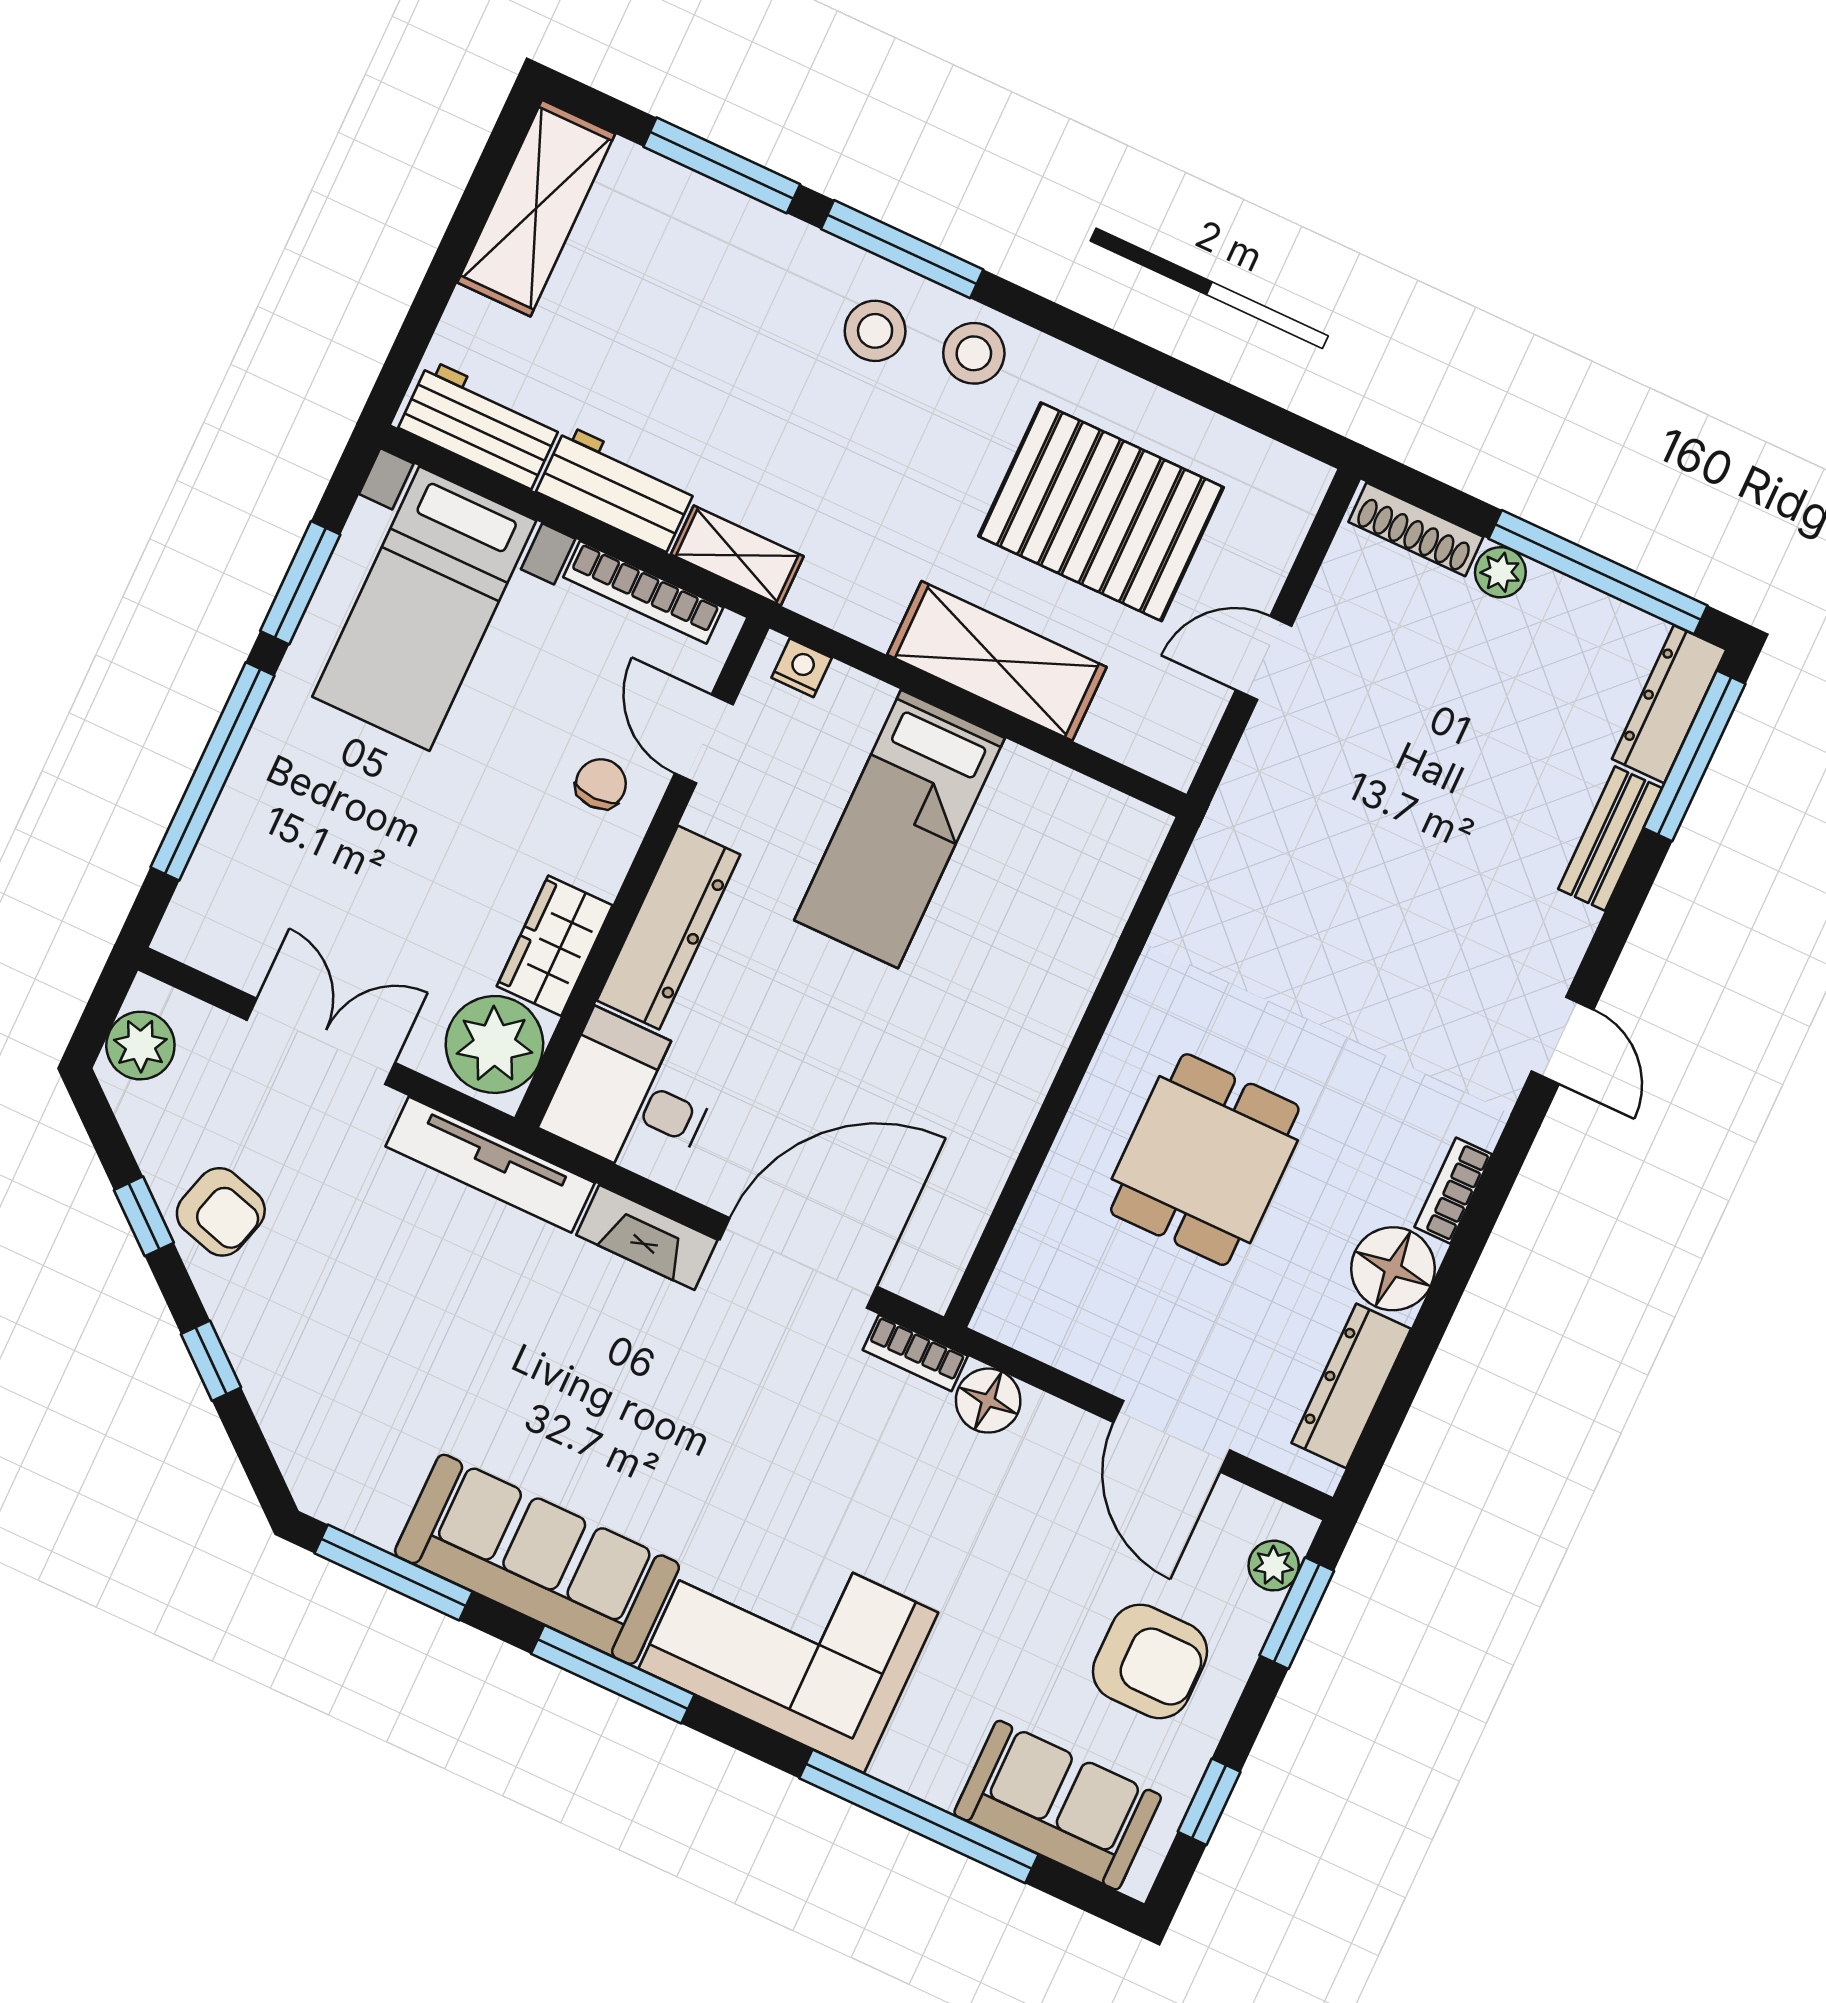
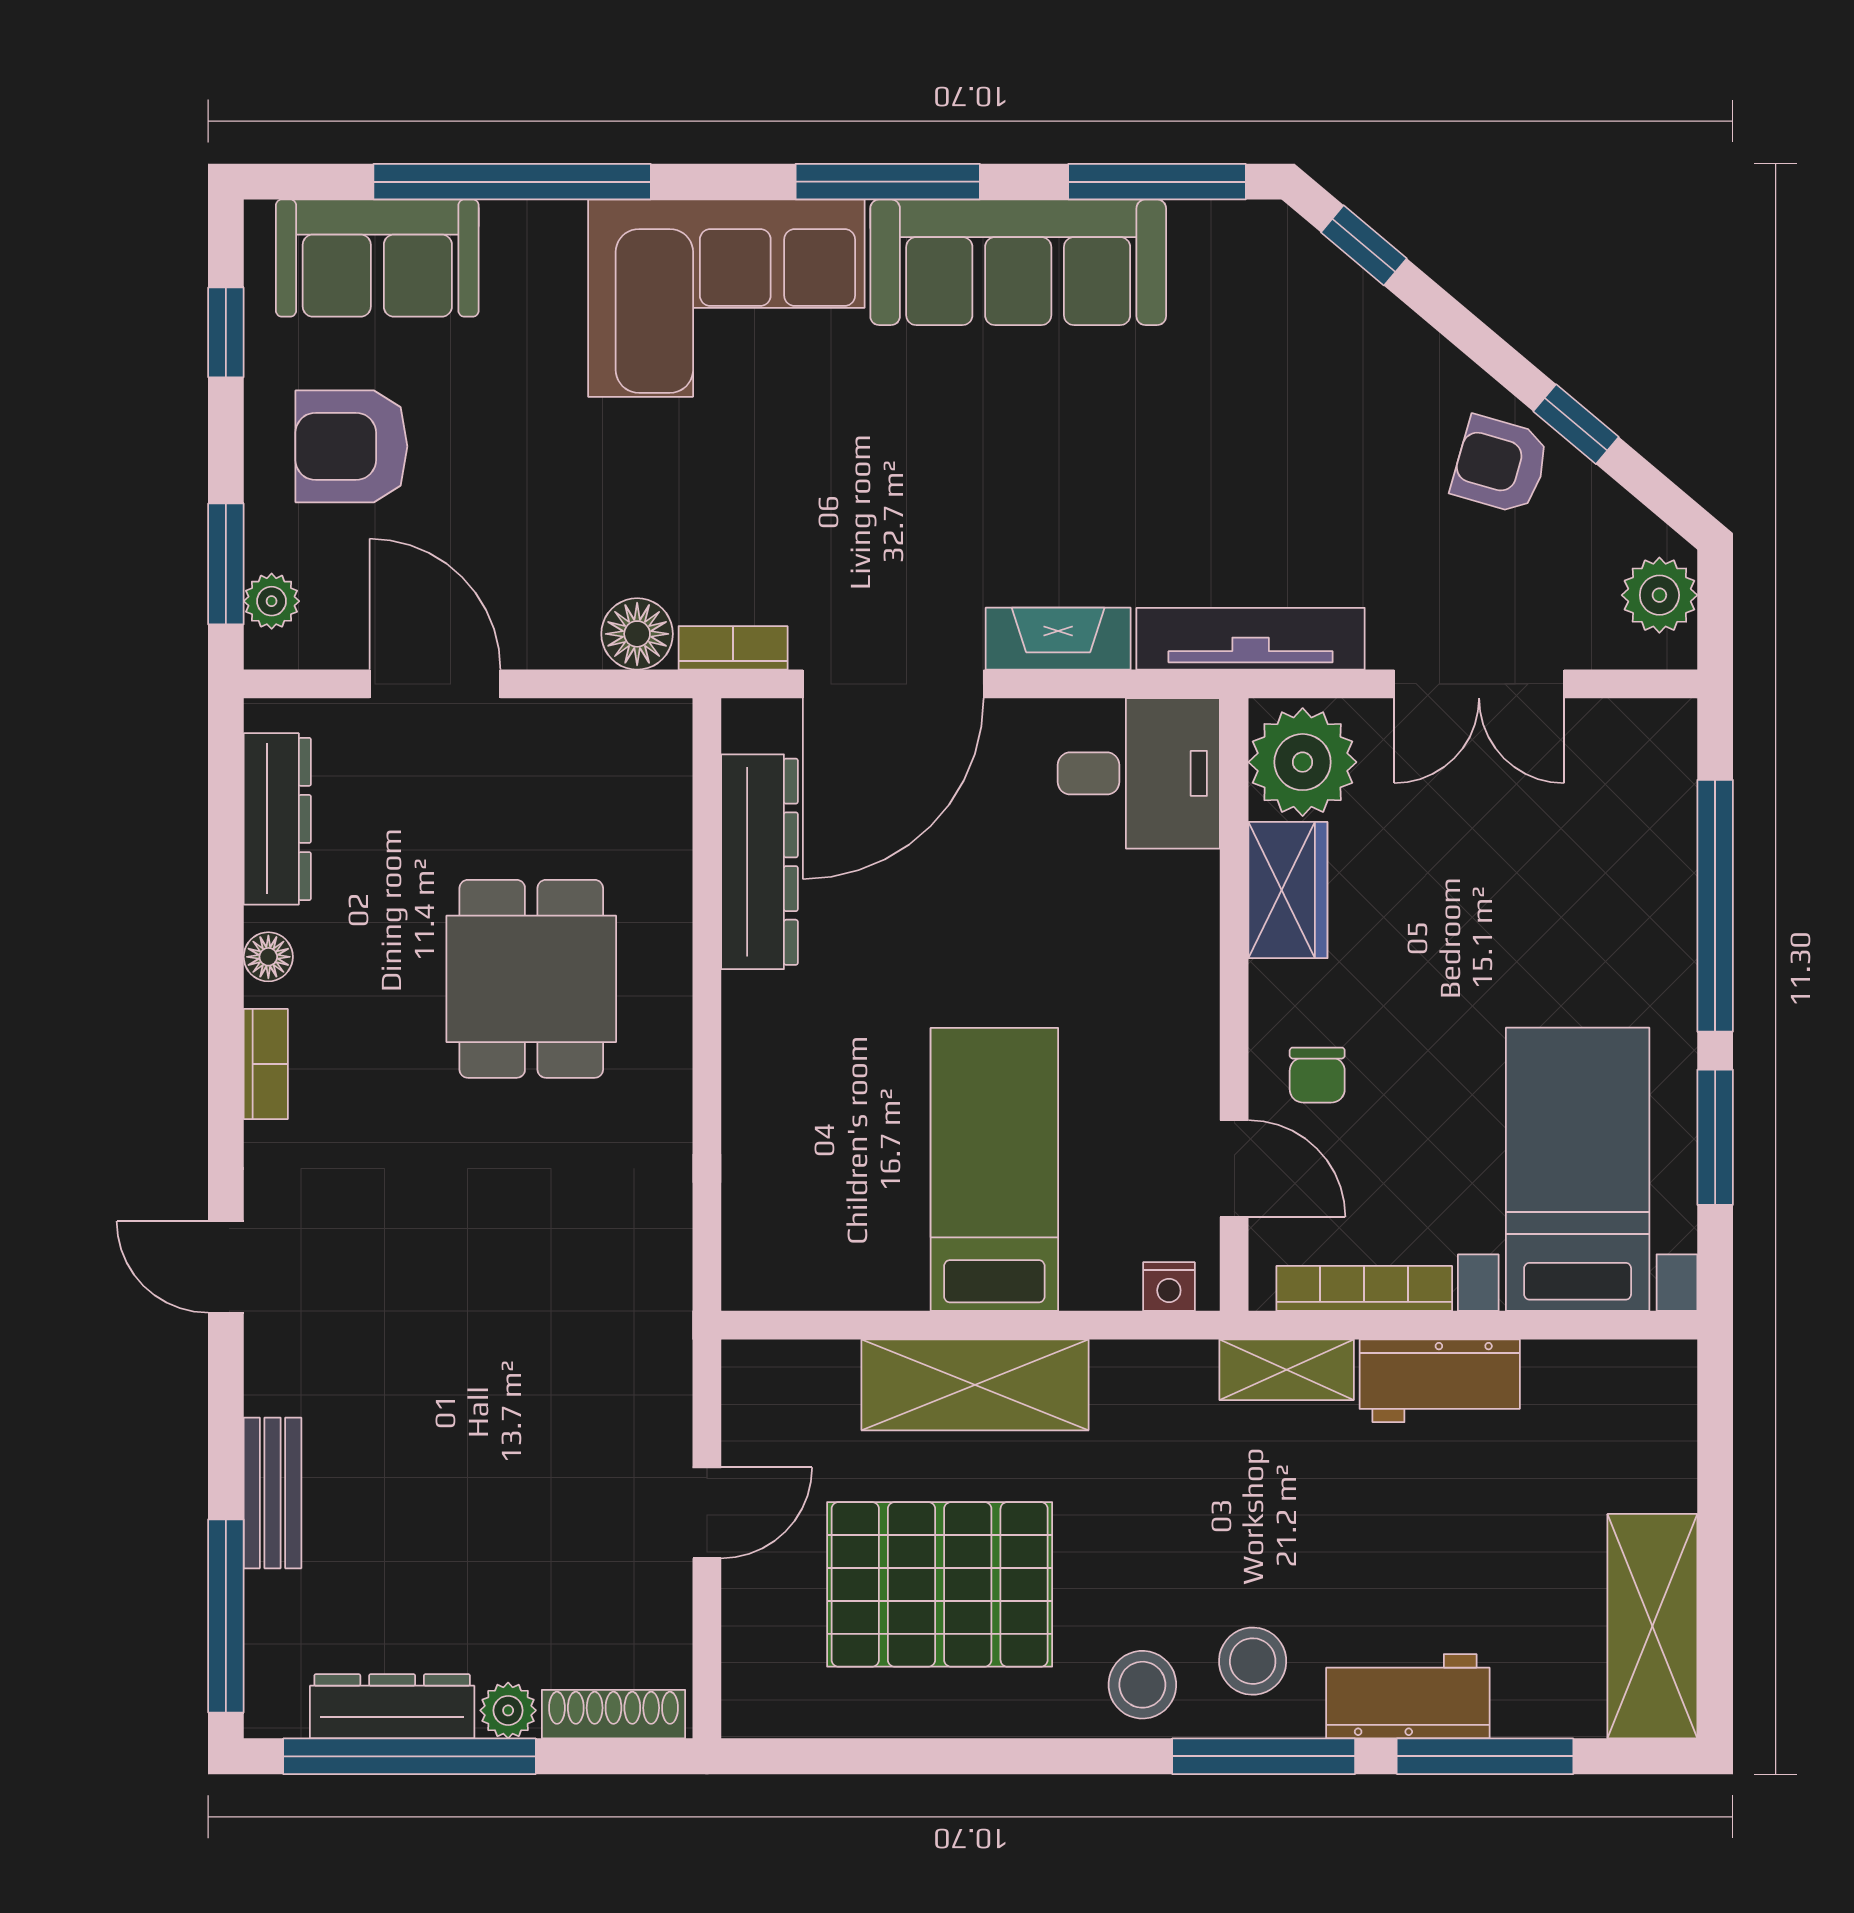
workbench: (481, 424) -> (1408, 1696), moved, turned 180
dresser: (1669, 704) -> (392, 1706), moved, turned -90
dresser: (668, 928) -> (759, 862), moved, turned 180
floor lamp: (1393, 1269) -> (268, 957), width x0.53, depth x0.53
window: (211, 1361) -> (1364, 245), moved

